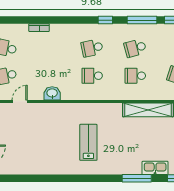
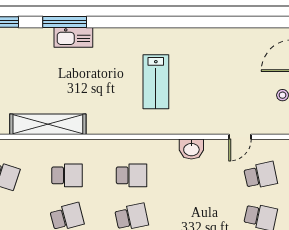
lab bench: (88, 142) -> (156, 82), moved
kitchen sink: (155, 168) -> (73, 37), moved

